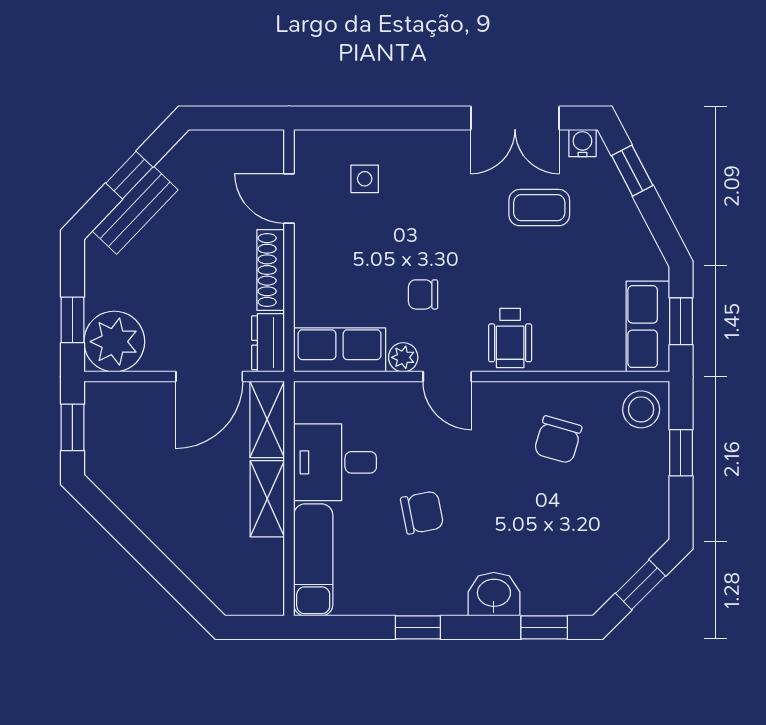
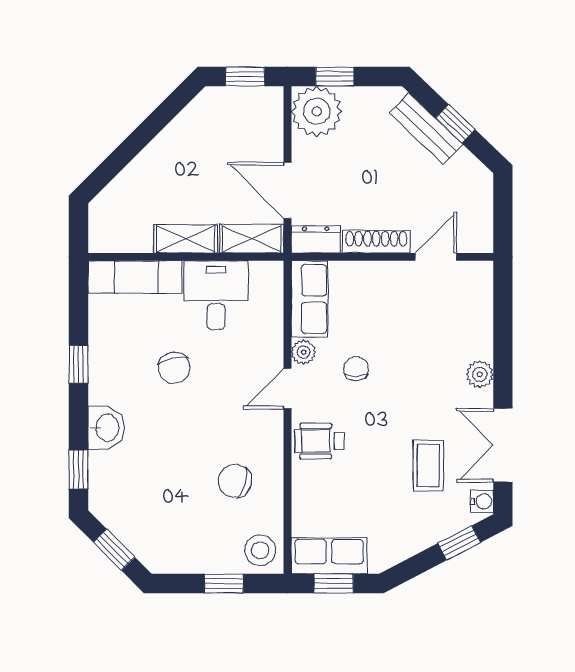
plant: (430, 146) -> (480, 374), added
side table: (365, 179) -> (452, 320), removed

